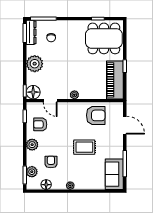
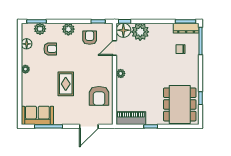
plant: (35, 64) -> (140, 32), moved
piano: (115, 80) -> (131, 118), width x0.73, depth x0.75

